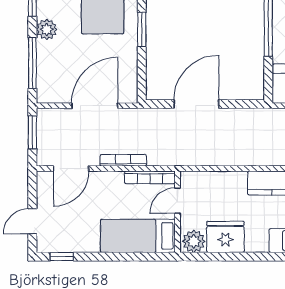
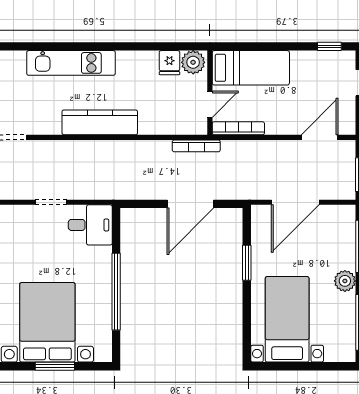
window: (142, 29) -> (247, 263), moved
bookcase: (123, 160) -> (196, 146), moved
fridge: (225, 237) -> (169, 63), width x0.53, depth x0.75

